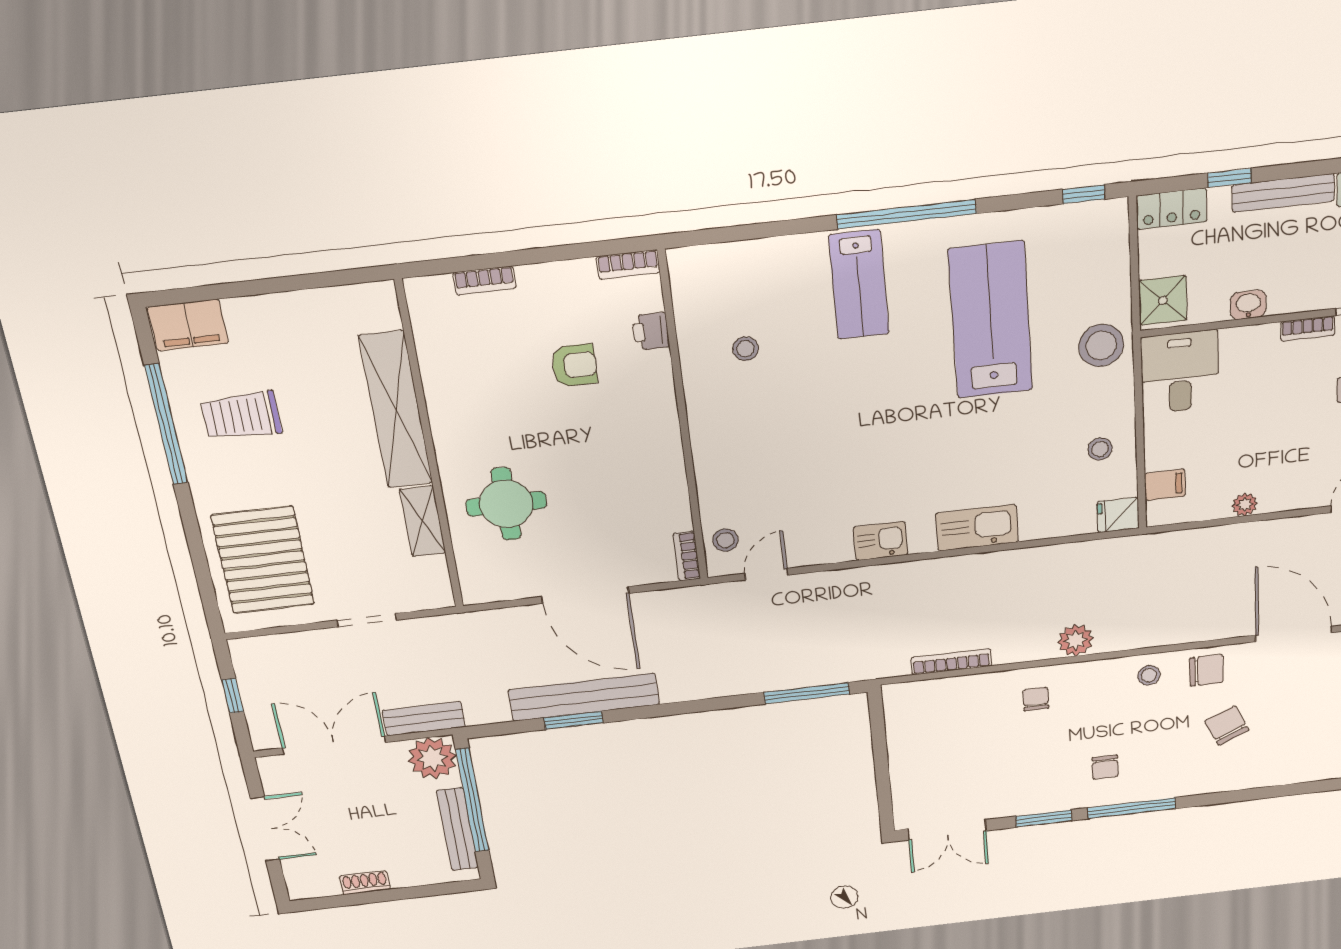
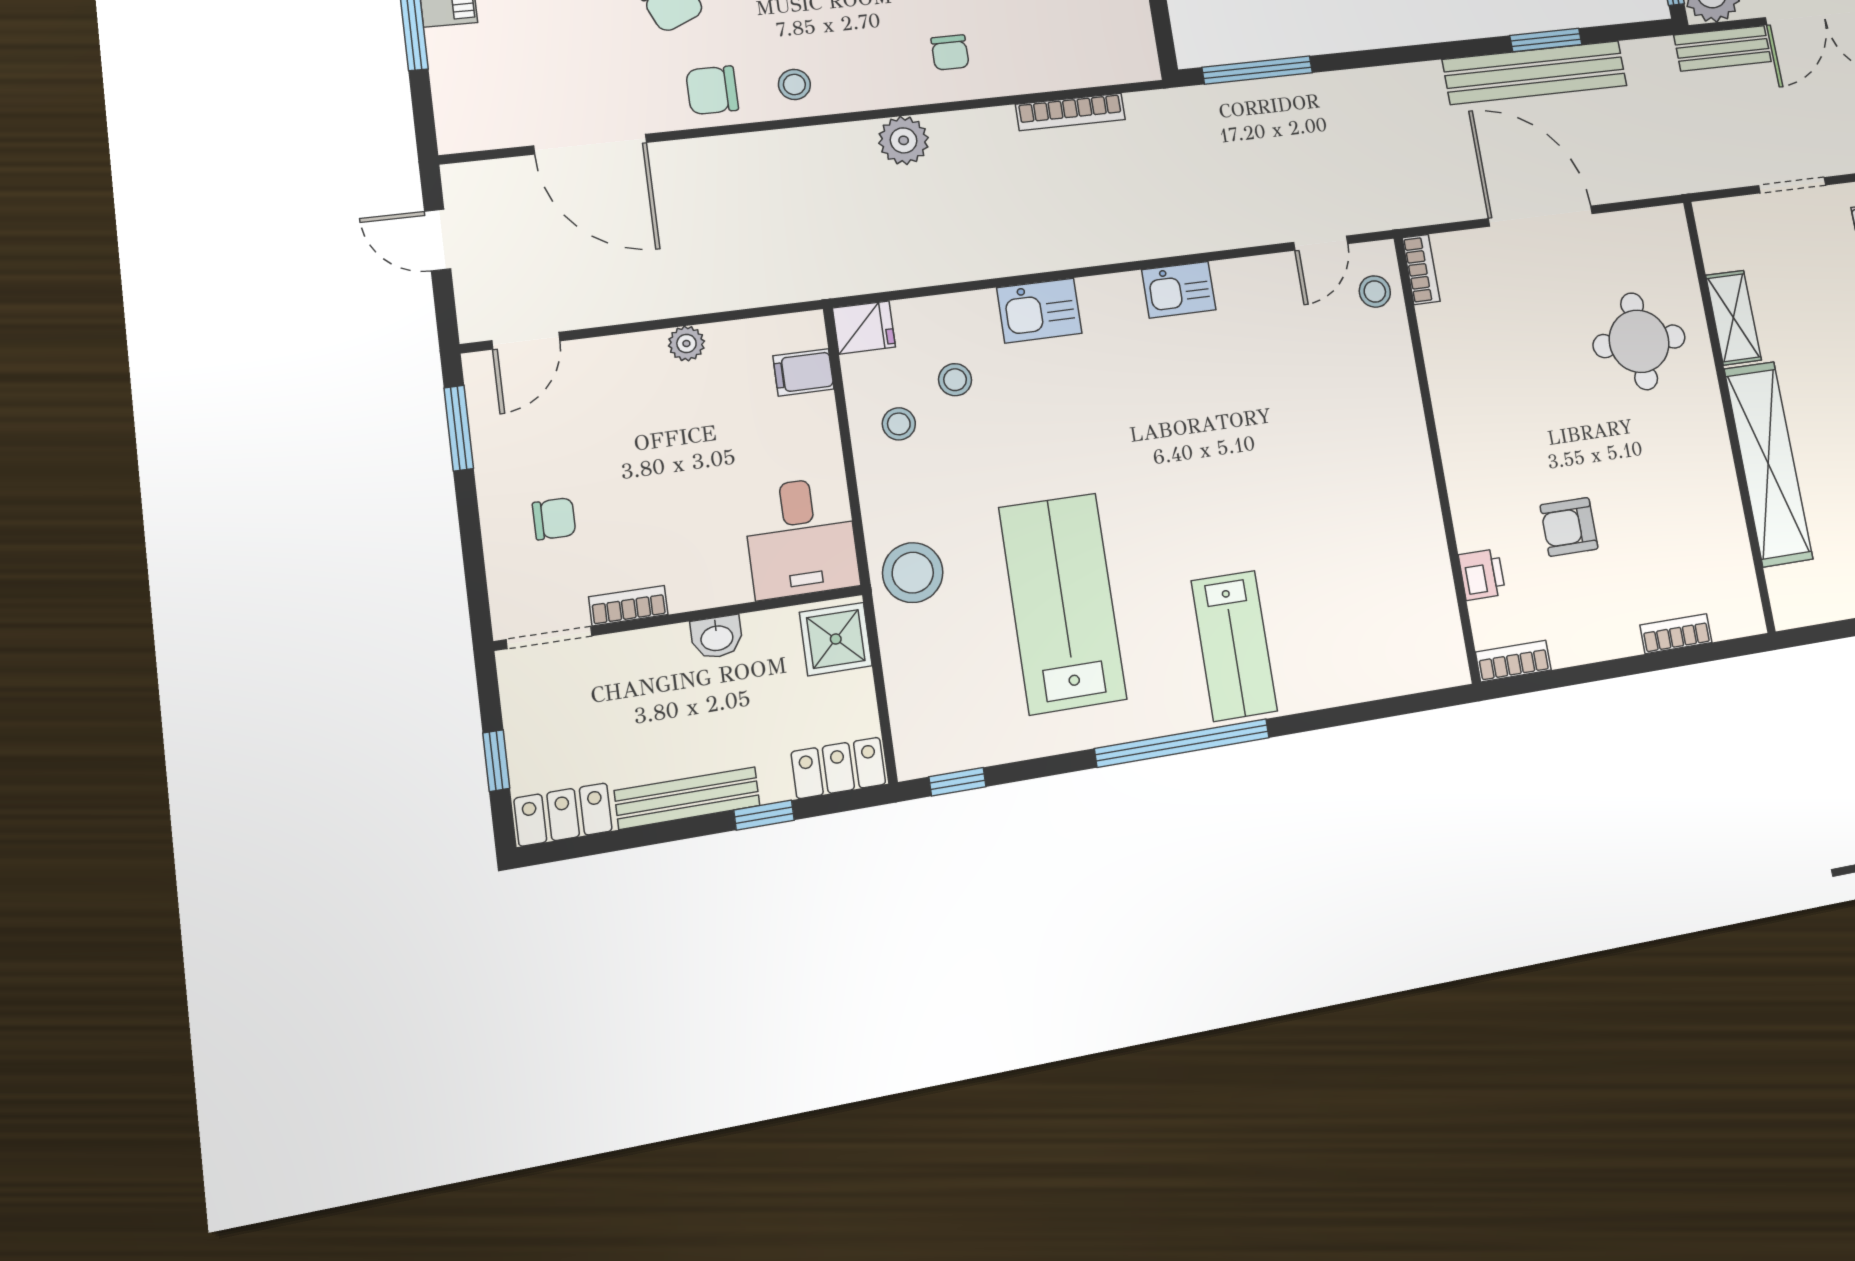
lab bench: (859, 285) -> (1234, 646), turned 180
lab bench: (991, 320) -> (1063, 603), turned 180
stool: (746, 349) -> (955, 380), moved
kitchen sink: (977, 528) -> (1039, 310), width x0.73

